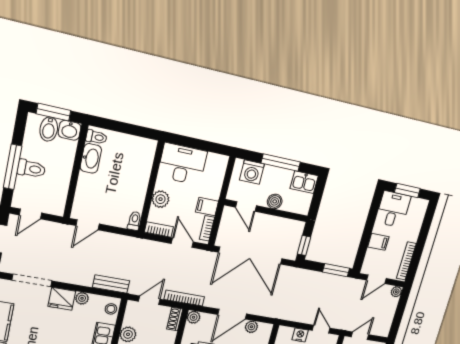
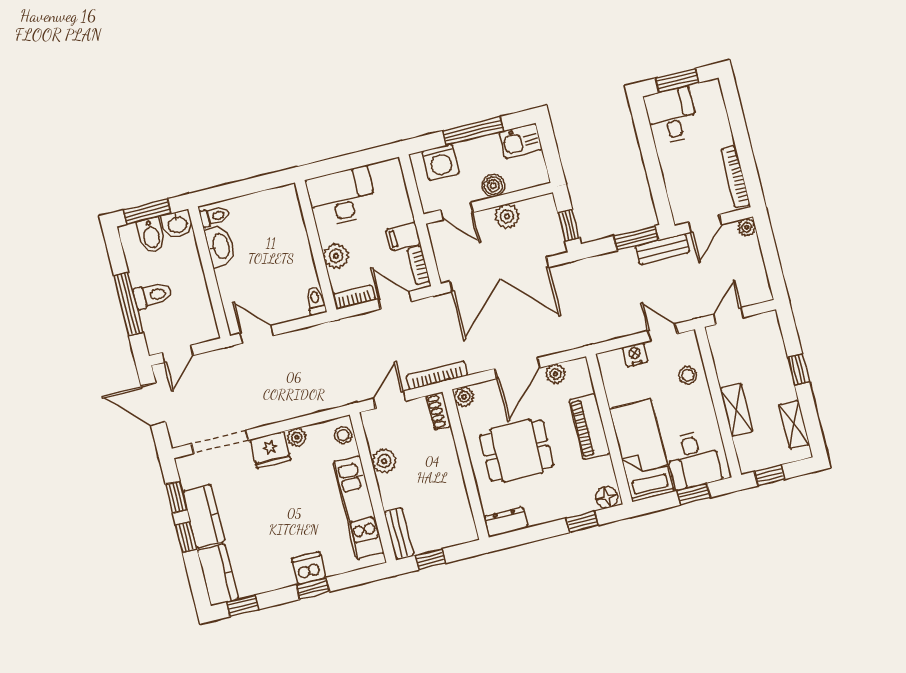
plant: (273, 223) -> (507, 216), added
door: (88, 225) -> (257, 334), swing flipped
filing cabinet: (378, 242) -> (676, 170), removed
bench: (111, 284) -> (662, 249), moved

